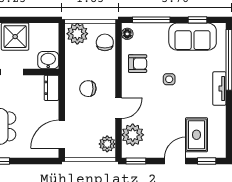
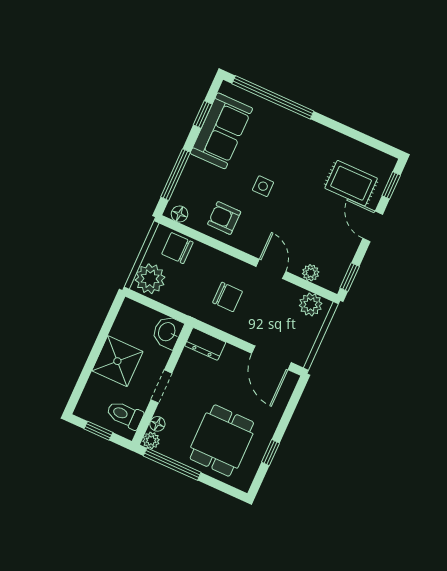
armchair: (138, 64) -> (224, 218), turned -90
chair: (88, 89) -> (227, 297), turned -93
tv unit: (219, 89) -> (304, 126), removed
plant: (133, 135) -> (311, 273), width x0.53, depth x0.53

